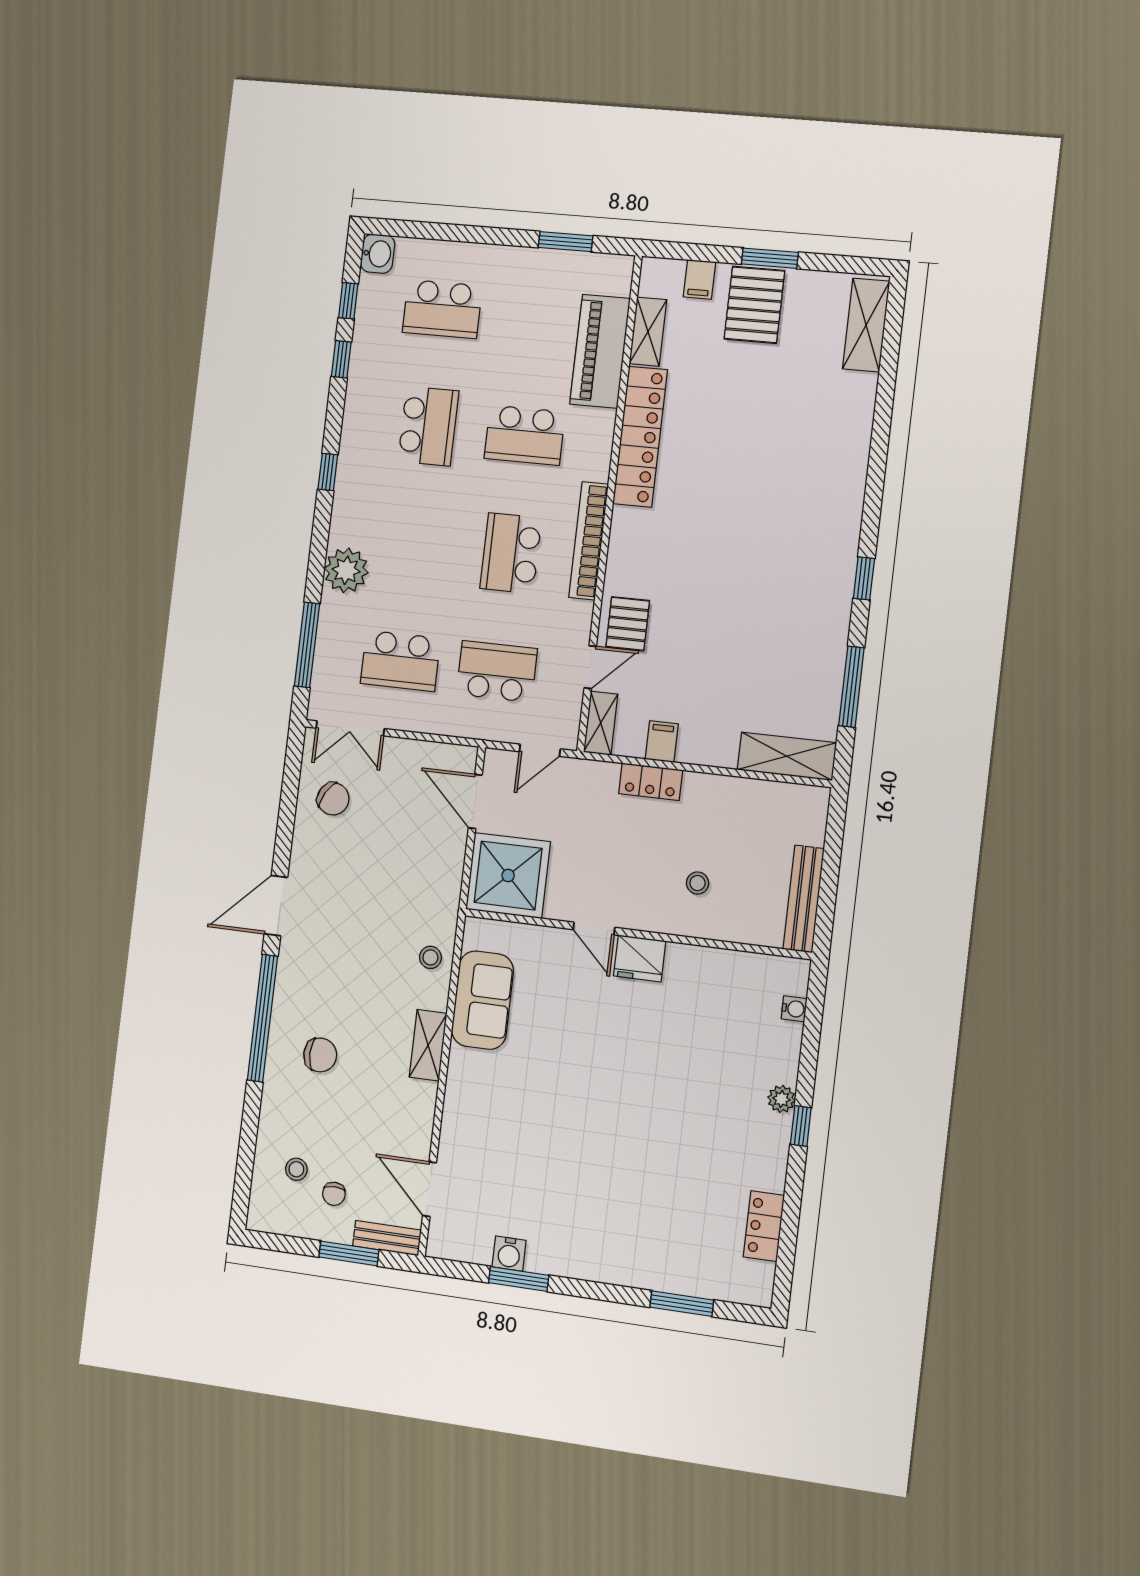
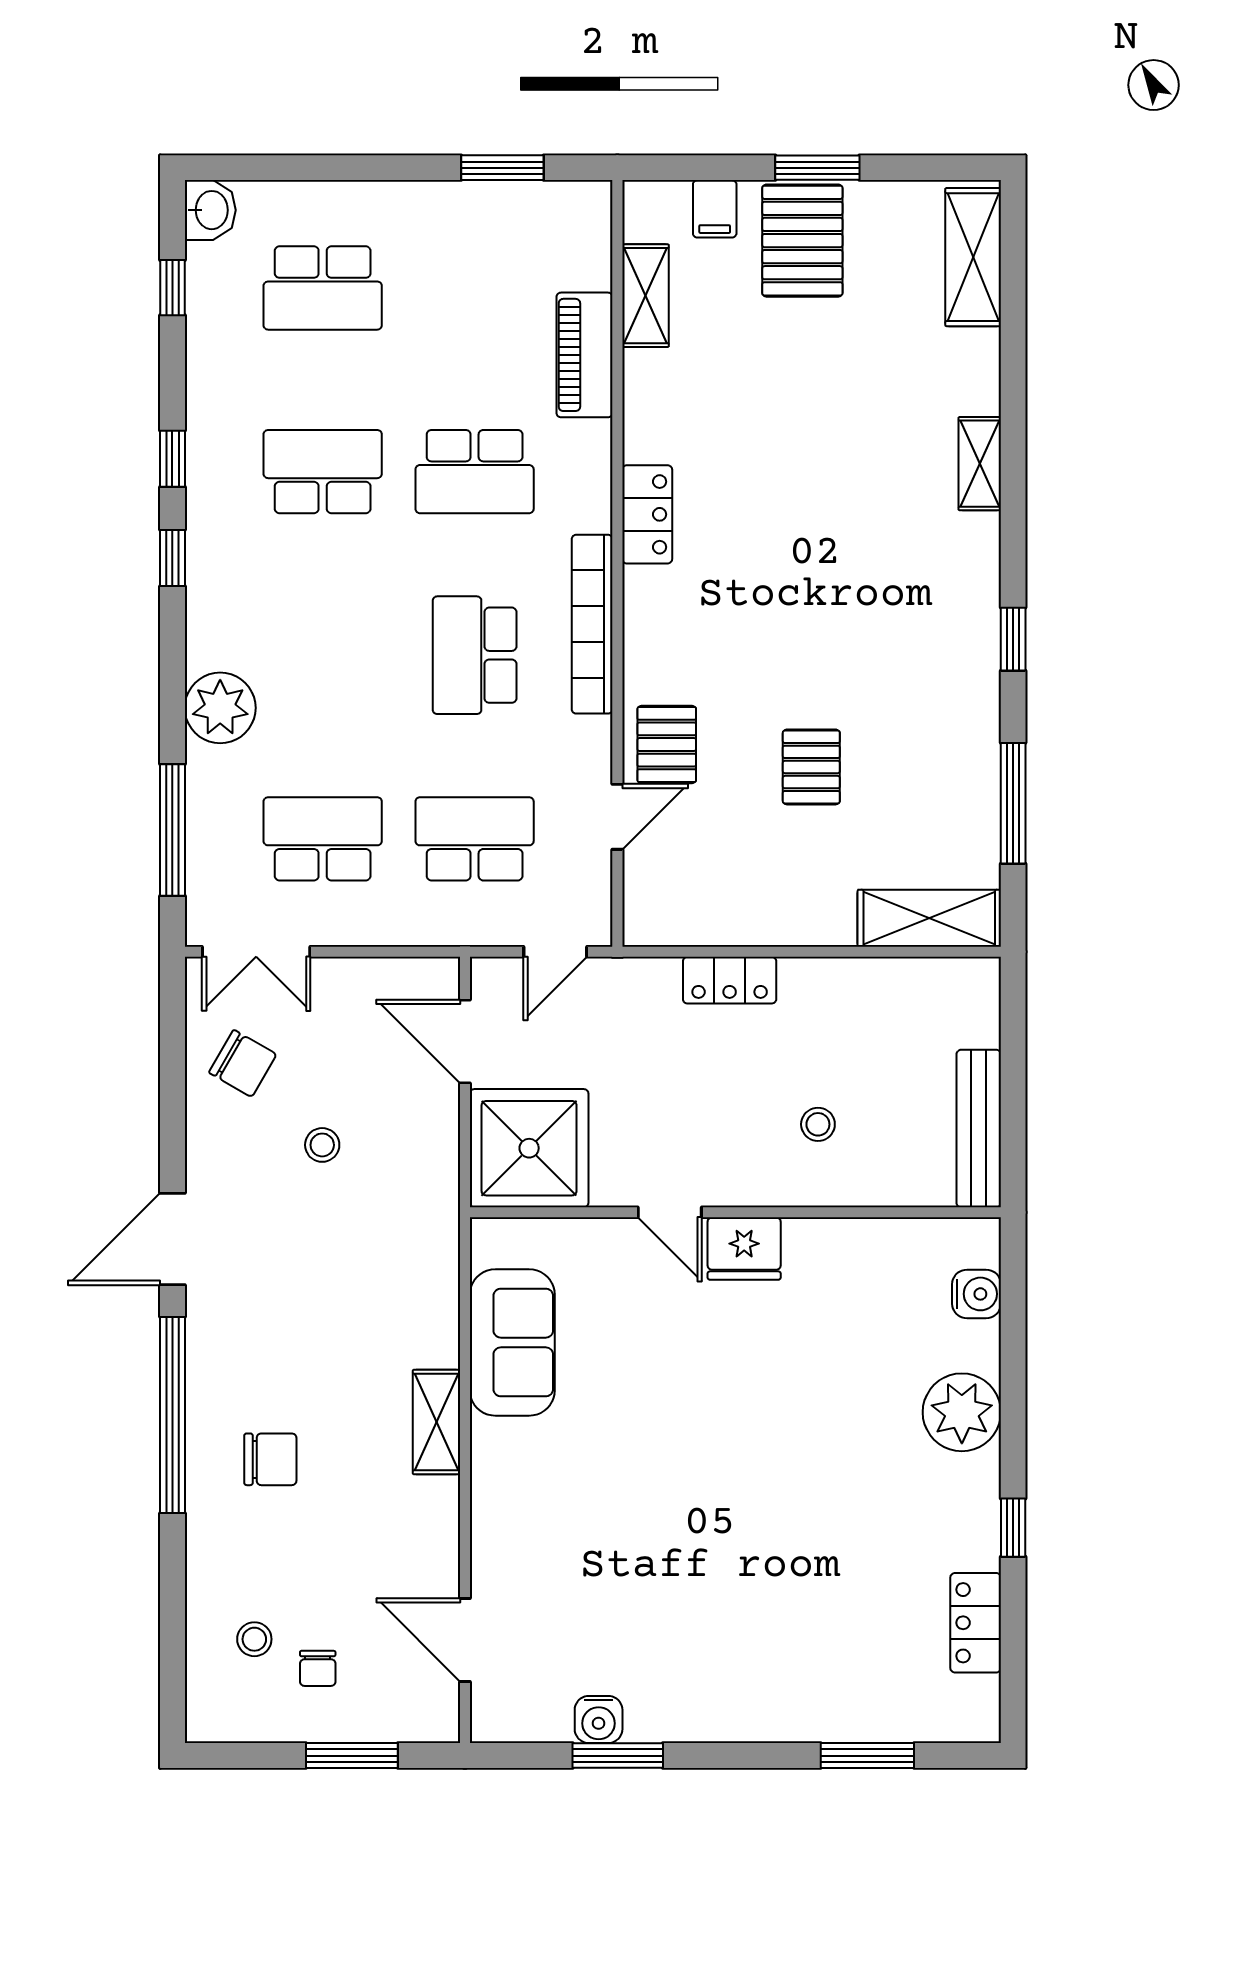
piano: (600, 351) -> (585, 355), width x0.73, depth x0.75
window: (341, 359) -> (172, 459), moved
school desk: (428, 426) -> (323, 472), turned -90
locker: (640, 437) -> (647, 514), width x0.46, depth x0.83
pallet: (720, 648) -> (811, 767), added
school desk: (400, 661) -> (323, 839), turned 180
shelving: (601, 723) -> (980, 464), moved
filing cabinet: (662, 741) -> (739, 917), removed
stool: (430, 957) -> (322, 1145), moved
water cooler: (794, 1009) -> (977, 1294), width x1.38, depth x1.38
plant: (781, 1099) -> (962, 1412), width x1.87, depth x1.87
window: (801, 1126) -> (1013, 1528), moved
bench: (387, 1238) -> (408, 1723), removed

